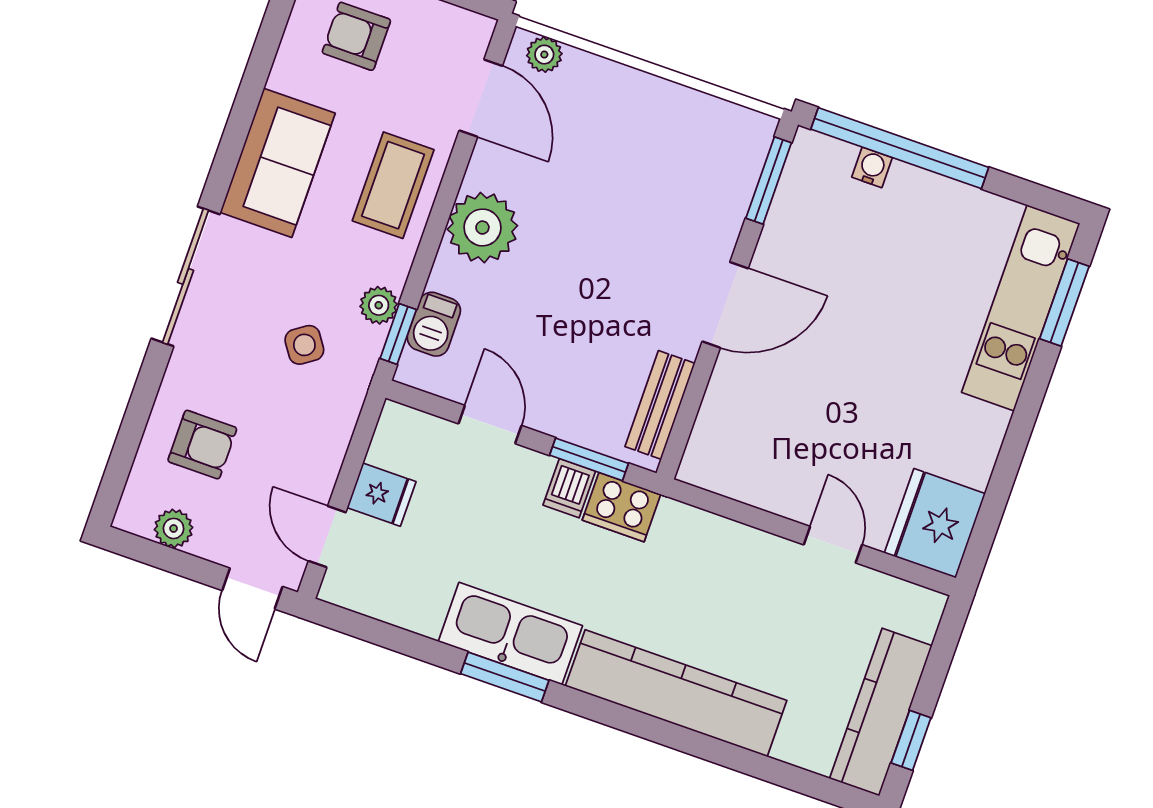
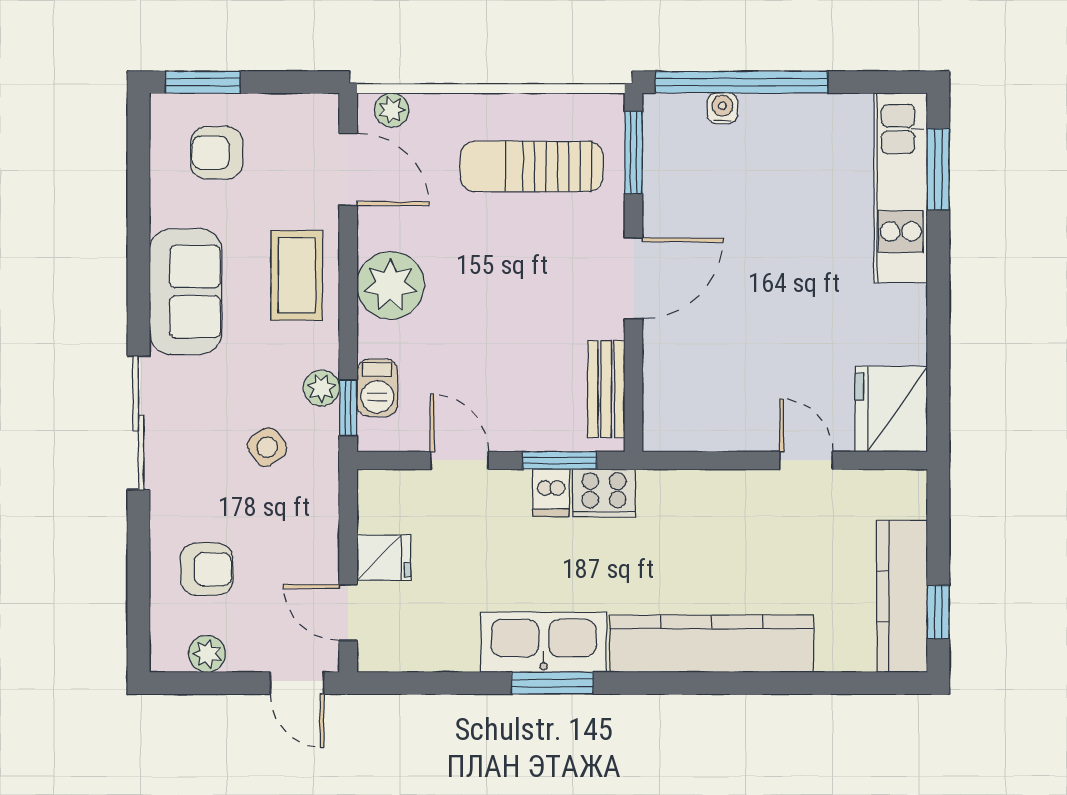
sun lounger: (663, 159) -> (532, 166), added

